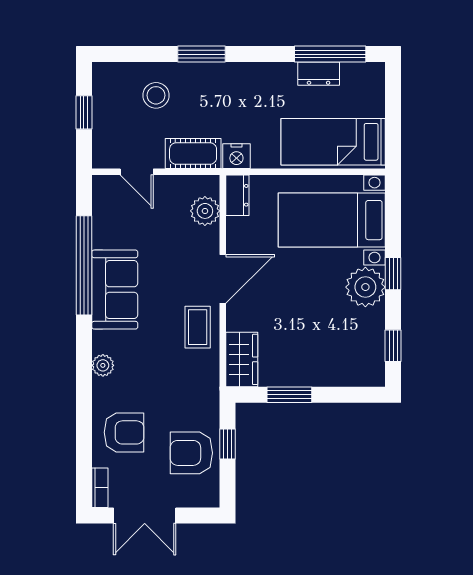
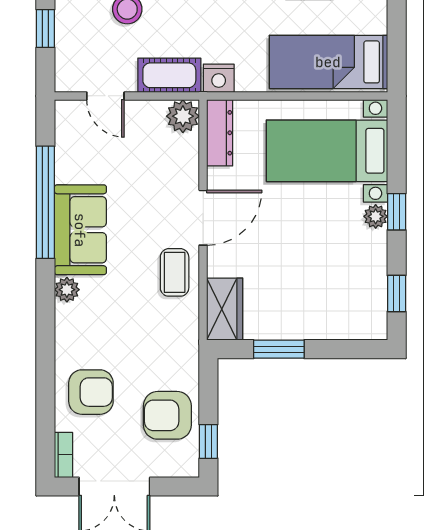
dresser: (237, 195) -> (220, 133), width x1.44
plant: (205, 211) -> (183, 116), moved
plant: (365, 287) -> (376, 216), width x0.53, depth x0.53
plant: (103, 365) -> (67, 290), moved
window: (227, 444) -> (208, 441), moved

